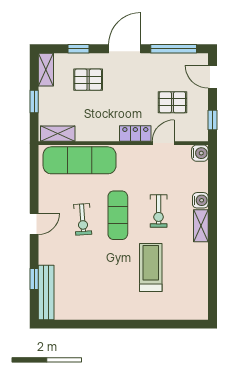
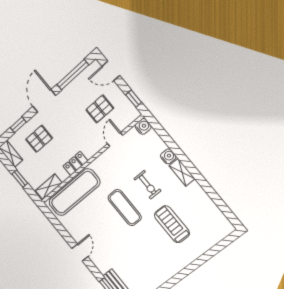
locker: (135, 133) -> (75, 163), moved
exercise bike: (83, 219) -> (106, 227), removed

